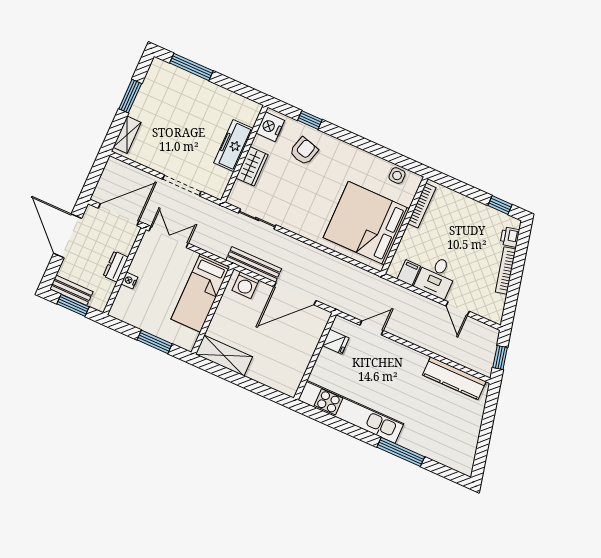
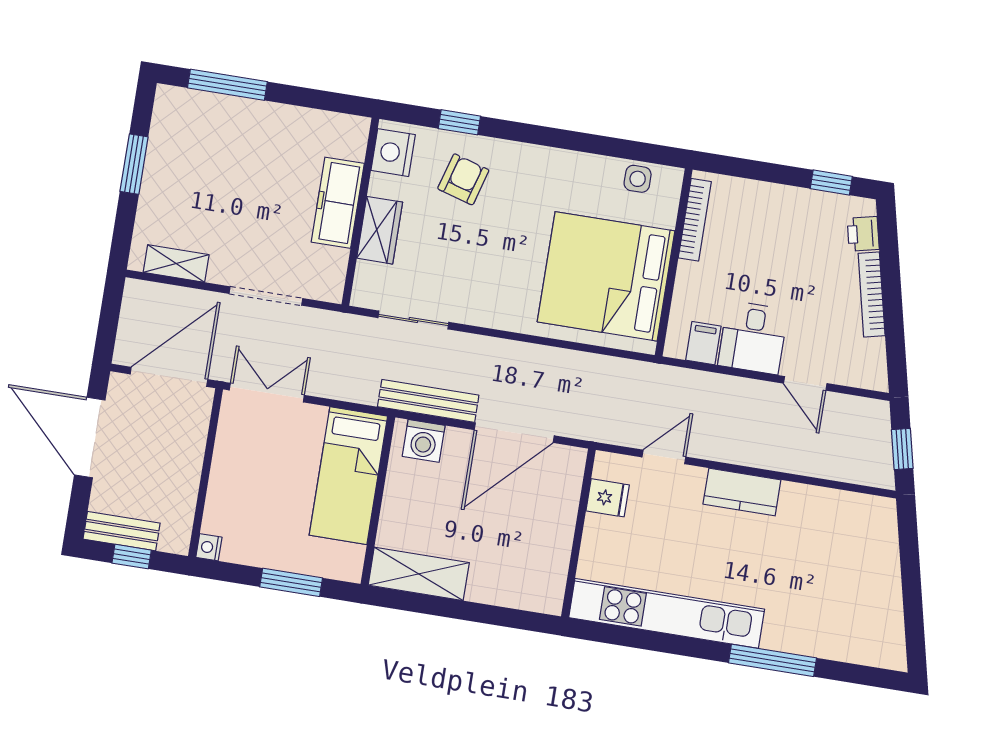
shelving: (127, 135) -> (176, 263), moved, turned 90
dresser: (116, 267) -> (188, 469), removed
nightstand: (129, 281) -> (209, 547), moved
window: (73, 305) -> (132, 557), width x0.67
kitchen counter: (454, 378) -> (742, 492), moved, width x0.67

